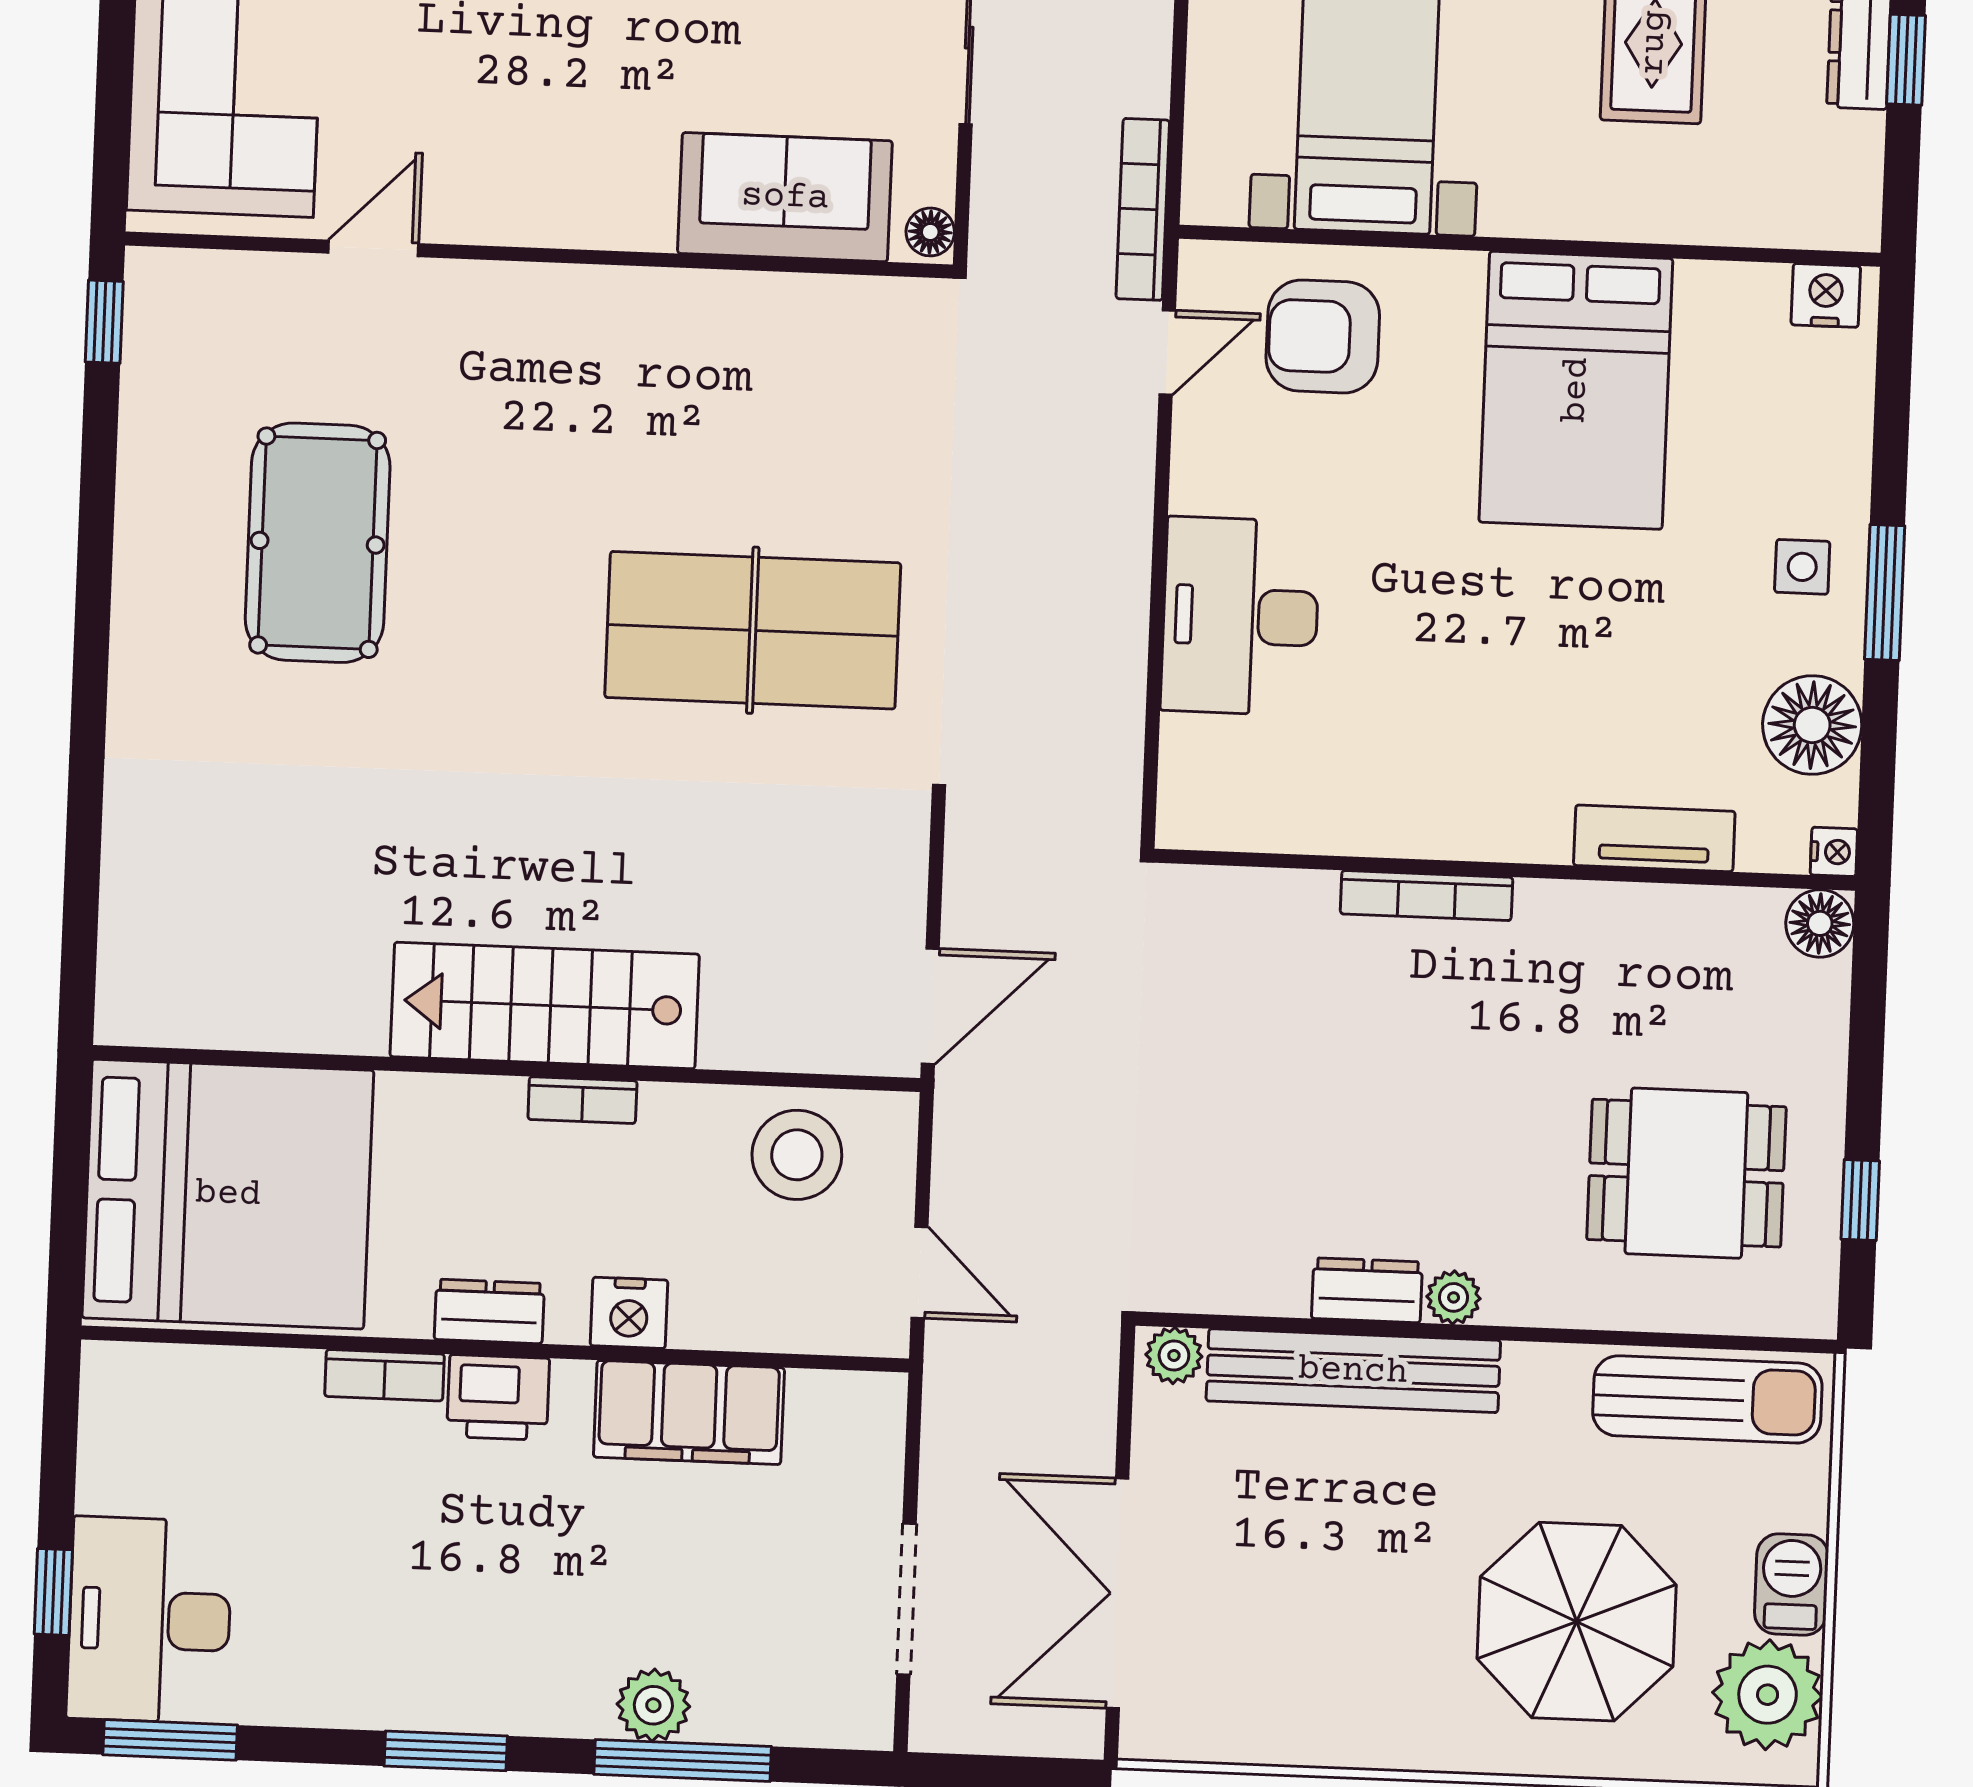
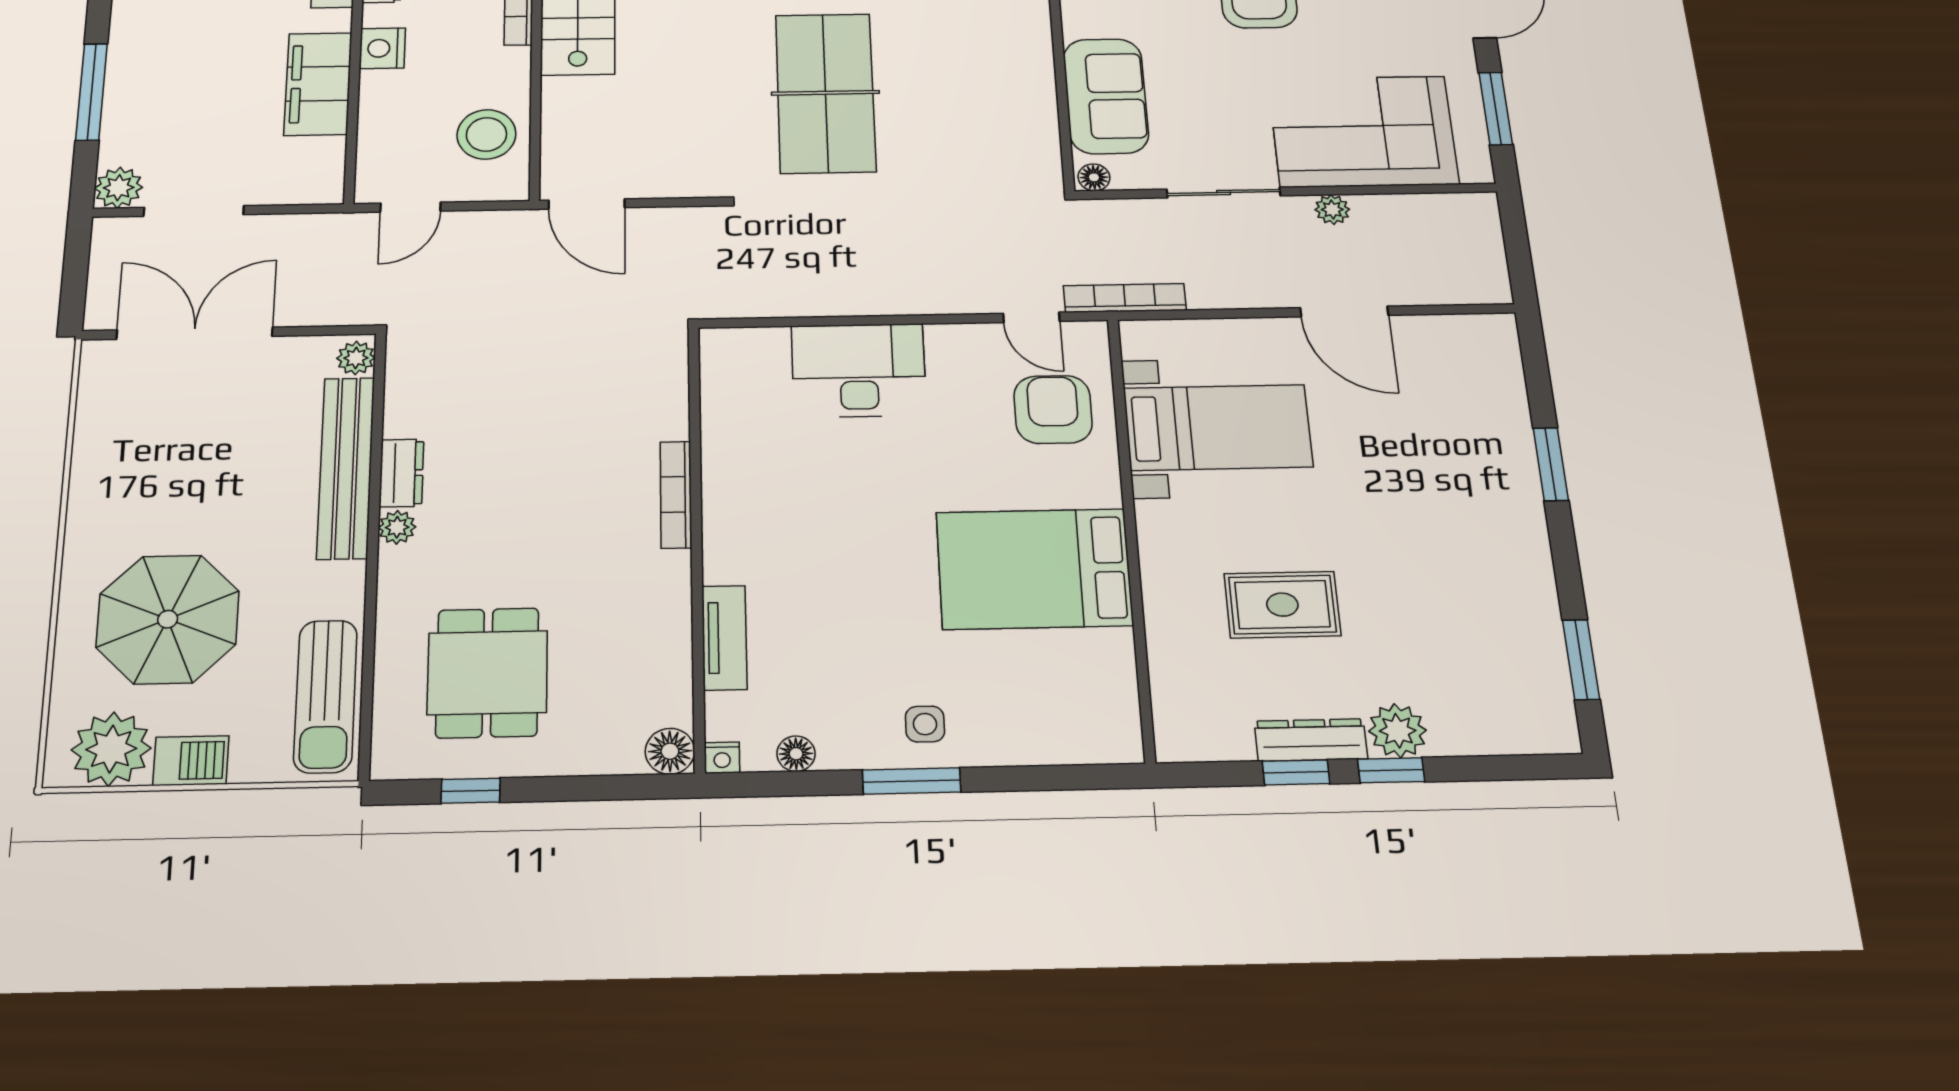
nightstand: (1826, 295) -> (1120, 728), removed
floor lamp: (1812, 725) -> (796, 754), width x0.53, depth x0.53
plant: (653, 1705) -> (119, 188), moved

